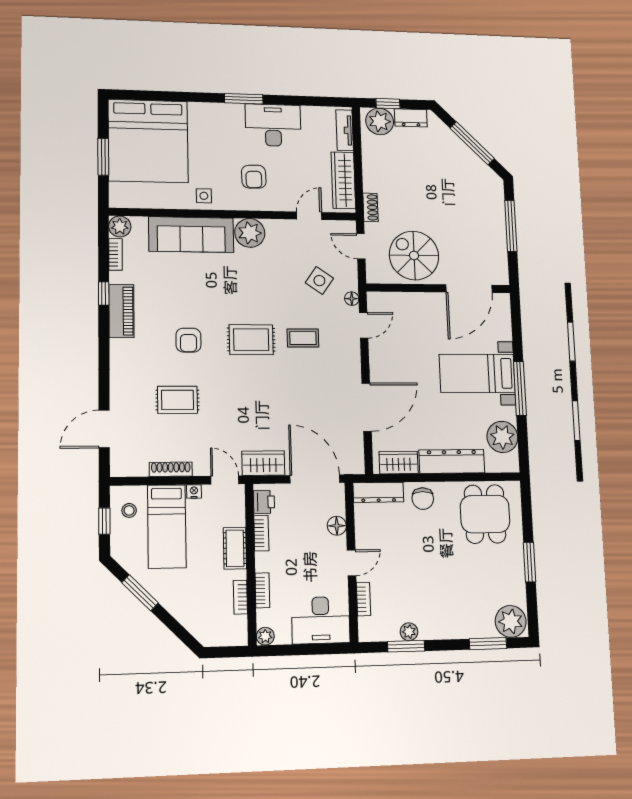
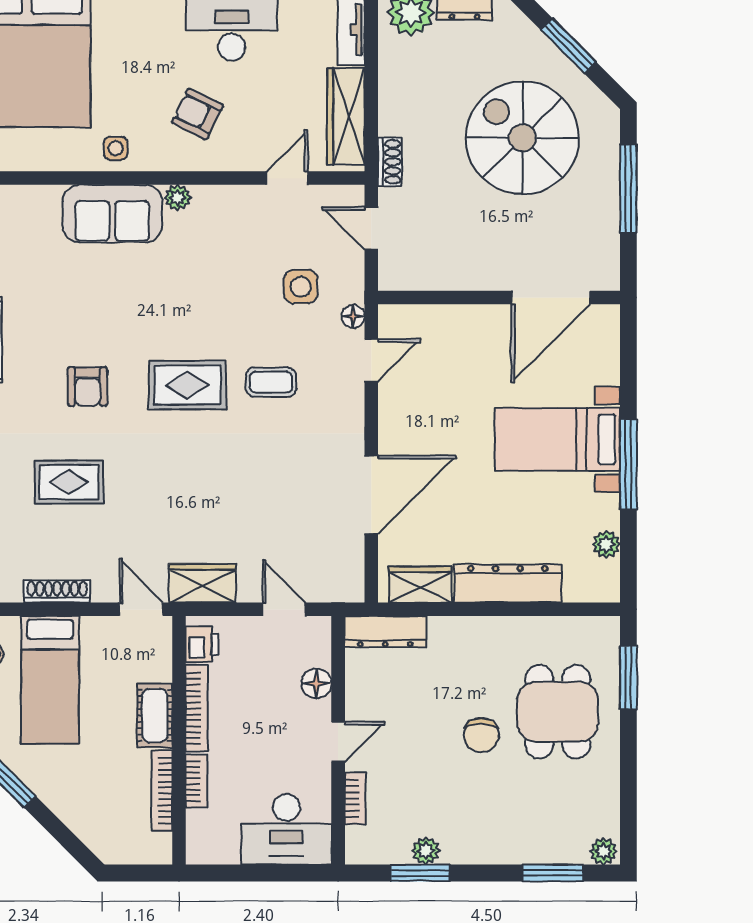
window: (472, 143) -> (569, 46), width x0.69
armchair: (254, 177) -> (197, 114), turned 118
plant: (250, 233) -> (178, 198), width x0.53, depth x0.53
sofa: (191, 235) -> (112, 213), width x0.73
spiral stairs: (414, 256) -> (522, 138), moved, width x1.37, depth x1.37
side table: (319, 281) -> (301, 287), turned -35
plant: (502, 437) -> (606, 544), width x0.53, depth x0.53
door: (315, 479) -> (284, 609), width x0.53
nightstand: (194, 491) -> (93, 627), removed
chair: (423, 499) -> (481, 735), moved
dining table: (485, 514) -> (558, 712), moved
bookcase: (261, 533) -> (197, 708), width x1.56
window: (530, 562) -> (628, 678), moved
bookcase: (240, 597) -> (162, 791), width x1.56
plant: (511, 621) -> (604, 851), width x0.53, depth x0.53
plant: (265, 636) -> (199, 851), removed

